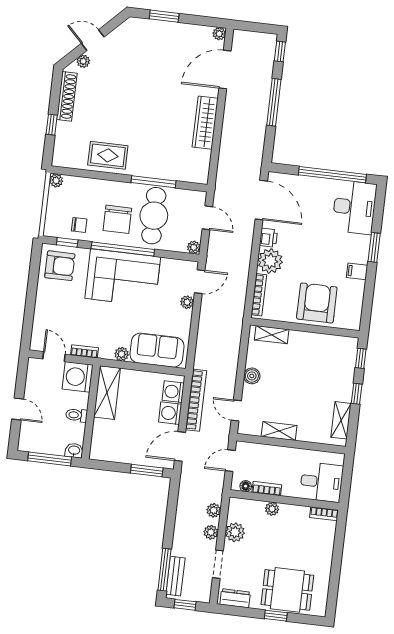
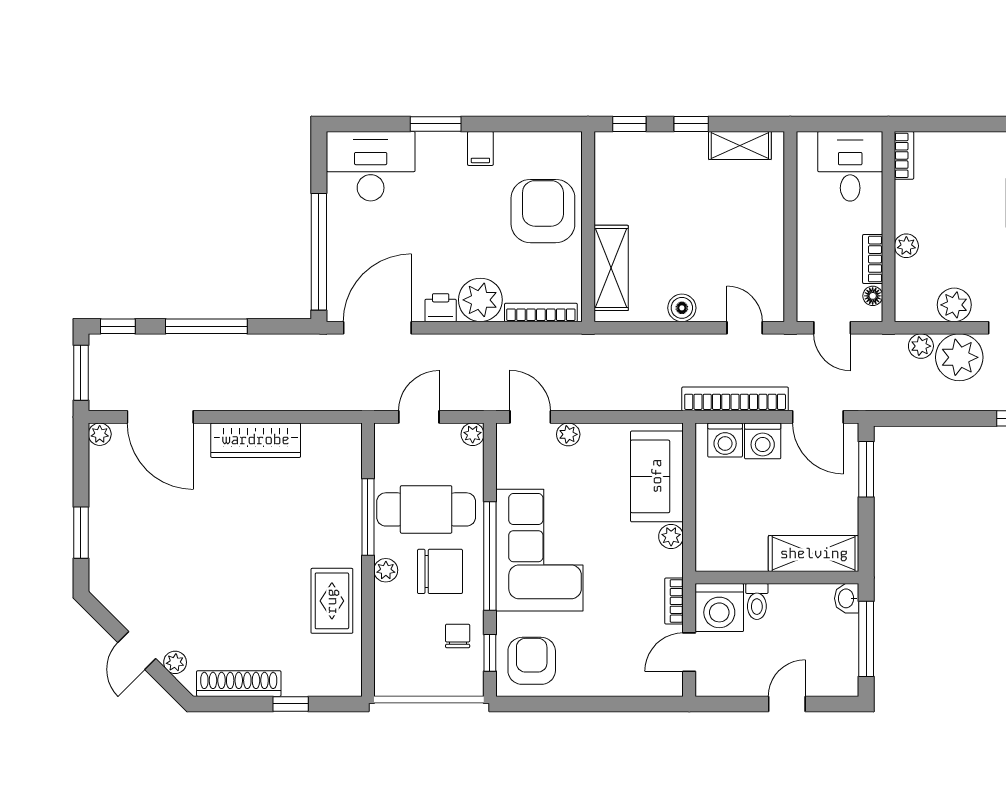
window: (256, 27) -> (81, 373), added
window: (332, 175) -> (319, 252), moved
plant: (56, 180) -> (386, 570), moved
armchair: (317, 303) -> (543, 211), turned 90
shelving: (272, 335) -> (611, 268), width x1.50, depth x1.33
shelving: (107, 393) -> (814, 554), moved
door: (236, 411) -> (745, 328), swing flipped
toilet: (76, 415) -> (757, 602), moved
shelving: (279, 431) -> (771, 250), removed
plant: (211, 532) -> (959, 357), width x1.87, depth x1.87

